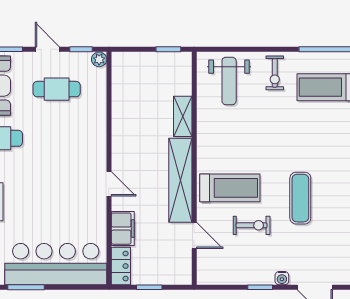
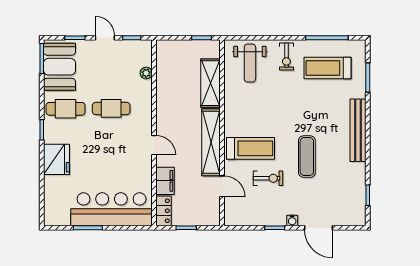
plant: (99, 59) -> (146, 73), moved
cafe table: (57, 89) -> (111, 108), moved
shelving: (183, 116) -> (210, 83), width x1.50, depth x1.33

